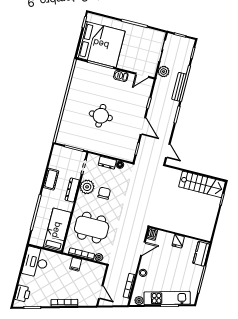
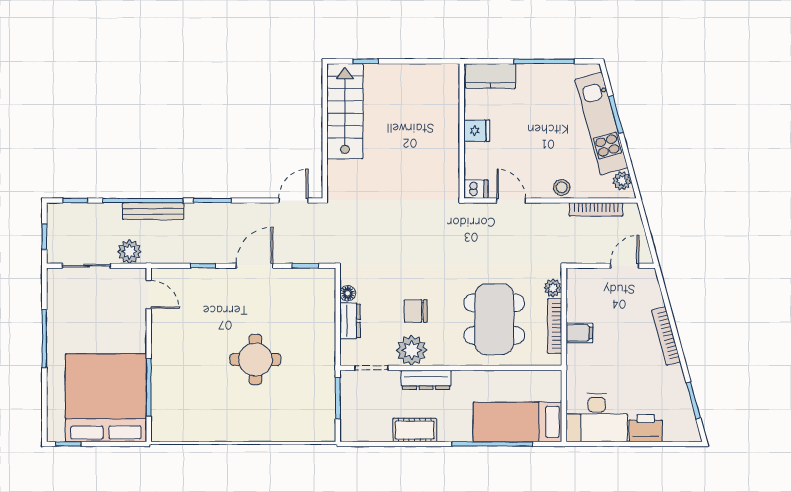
barbecue: (121, 76) -> (161, 339), removed
bed: (57, 230) -> (518, 422), moved
printer: (23, 294) -> (646, 428), moved

